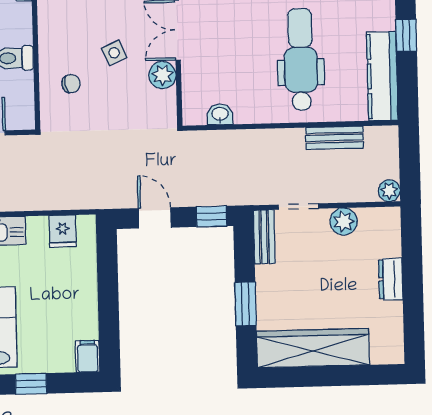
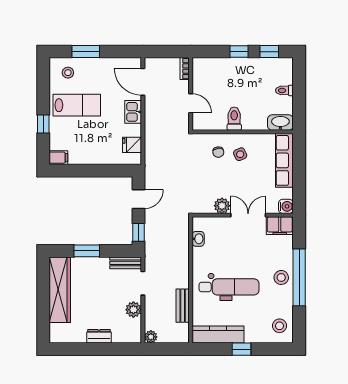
side table: (114, 53) -> (240, 154), moved

